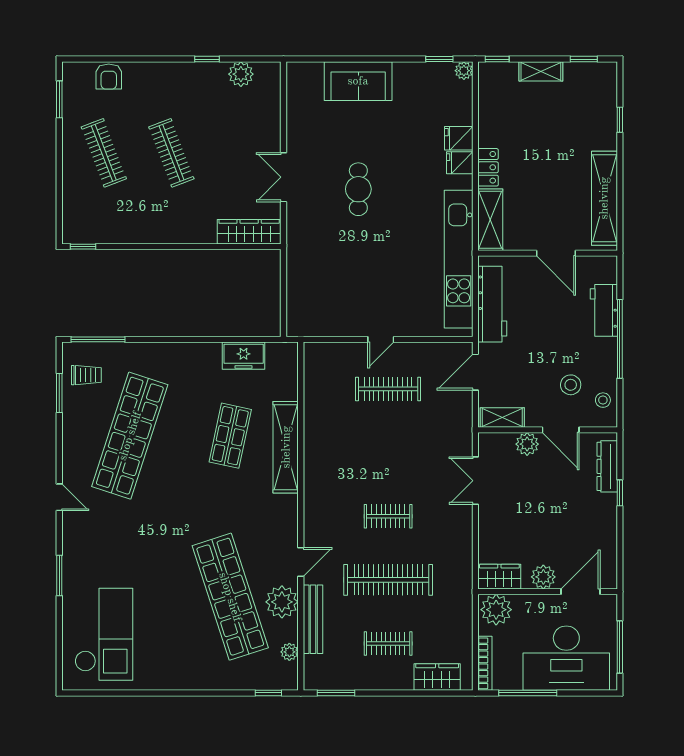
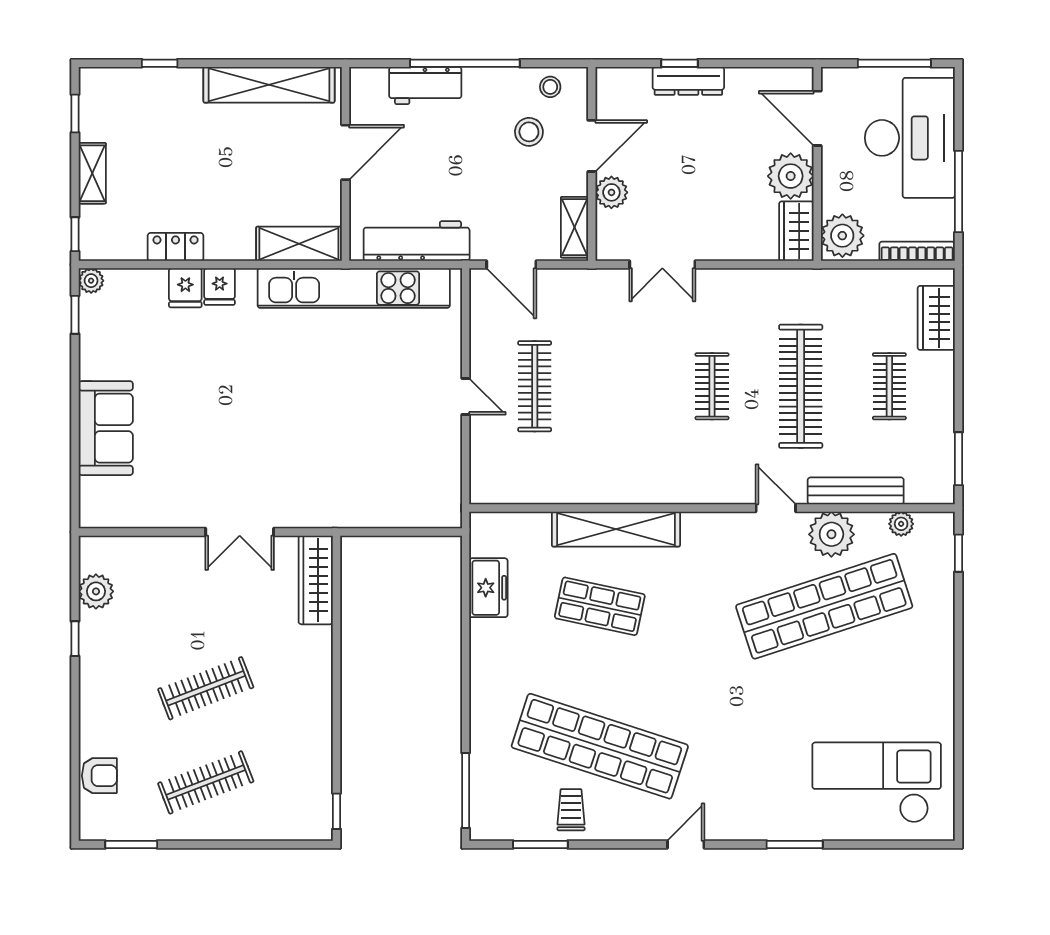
locker: (488, 167) -> (176, 247), moved
cafe table: (358, 189) -> (256, 428), removed
trolley: (86, 375) -> (571, 810), moved
dresser: (607, 466) -> (688, 81), moved
plant: (543, 577) -> (791, 176), width x1.36, depth x1.36

